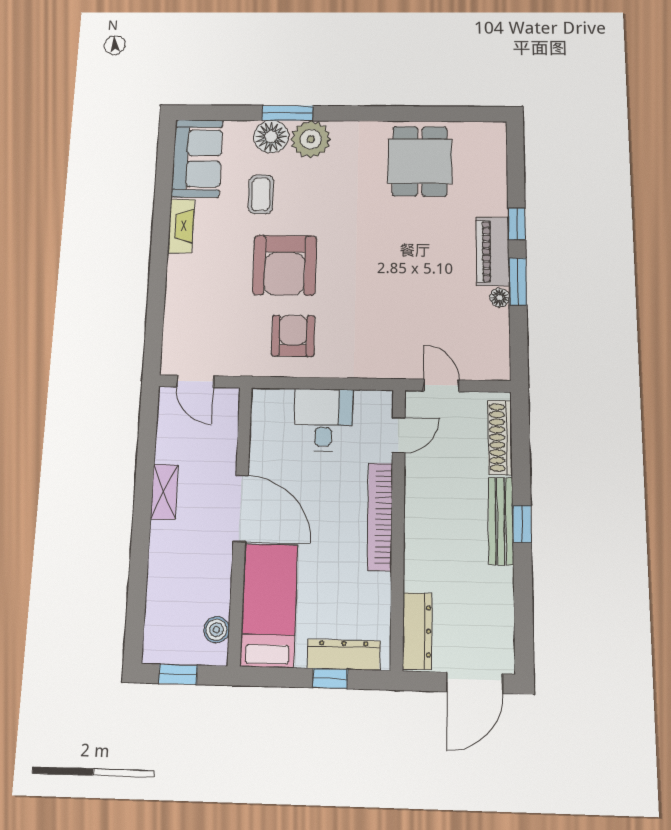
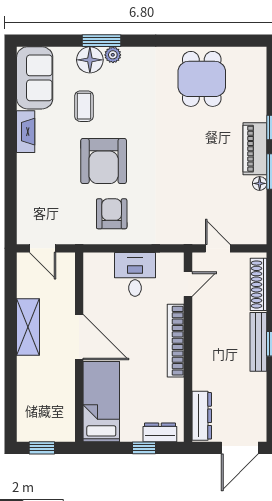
plant: (311, 139) -> (113, 55), width x0.53, depth x0.53
shelving: (164, 492) -> (28, 327), width x1.50, depth x1.33
boiler: (217, 630) -> (66, 418), removed
dresser: (344, 655) -> (160, 432), width x0.70

